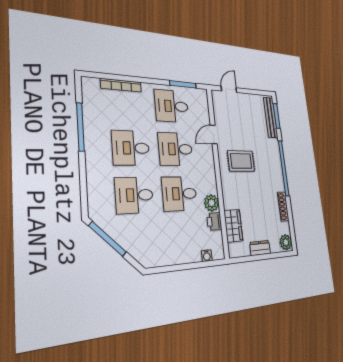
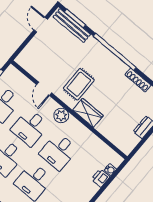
door: (229, 89) -> (41, 25), moved
plant: (212, 203) -> (61, 115), moved
printer: (214, 221) -> (101, 178), moved, turned 90
wardrobe: (233, 226) -> (88, 113), moved

